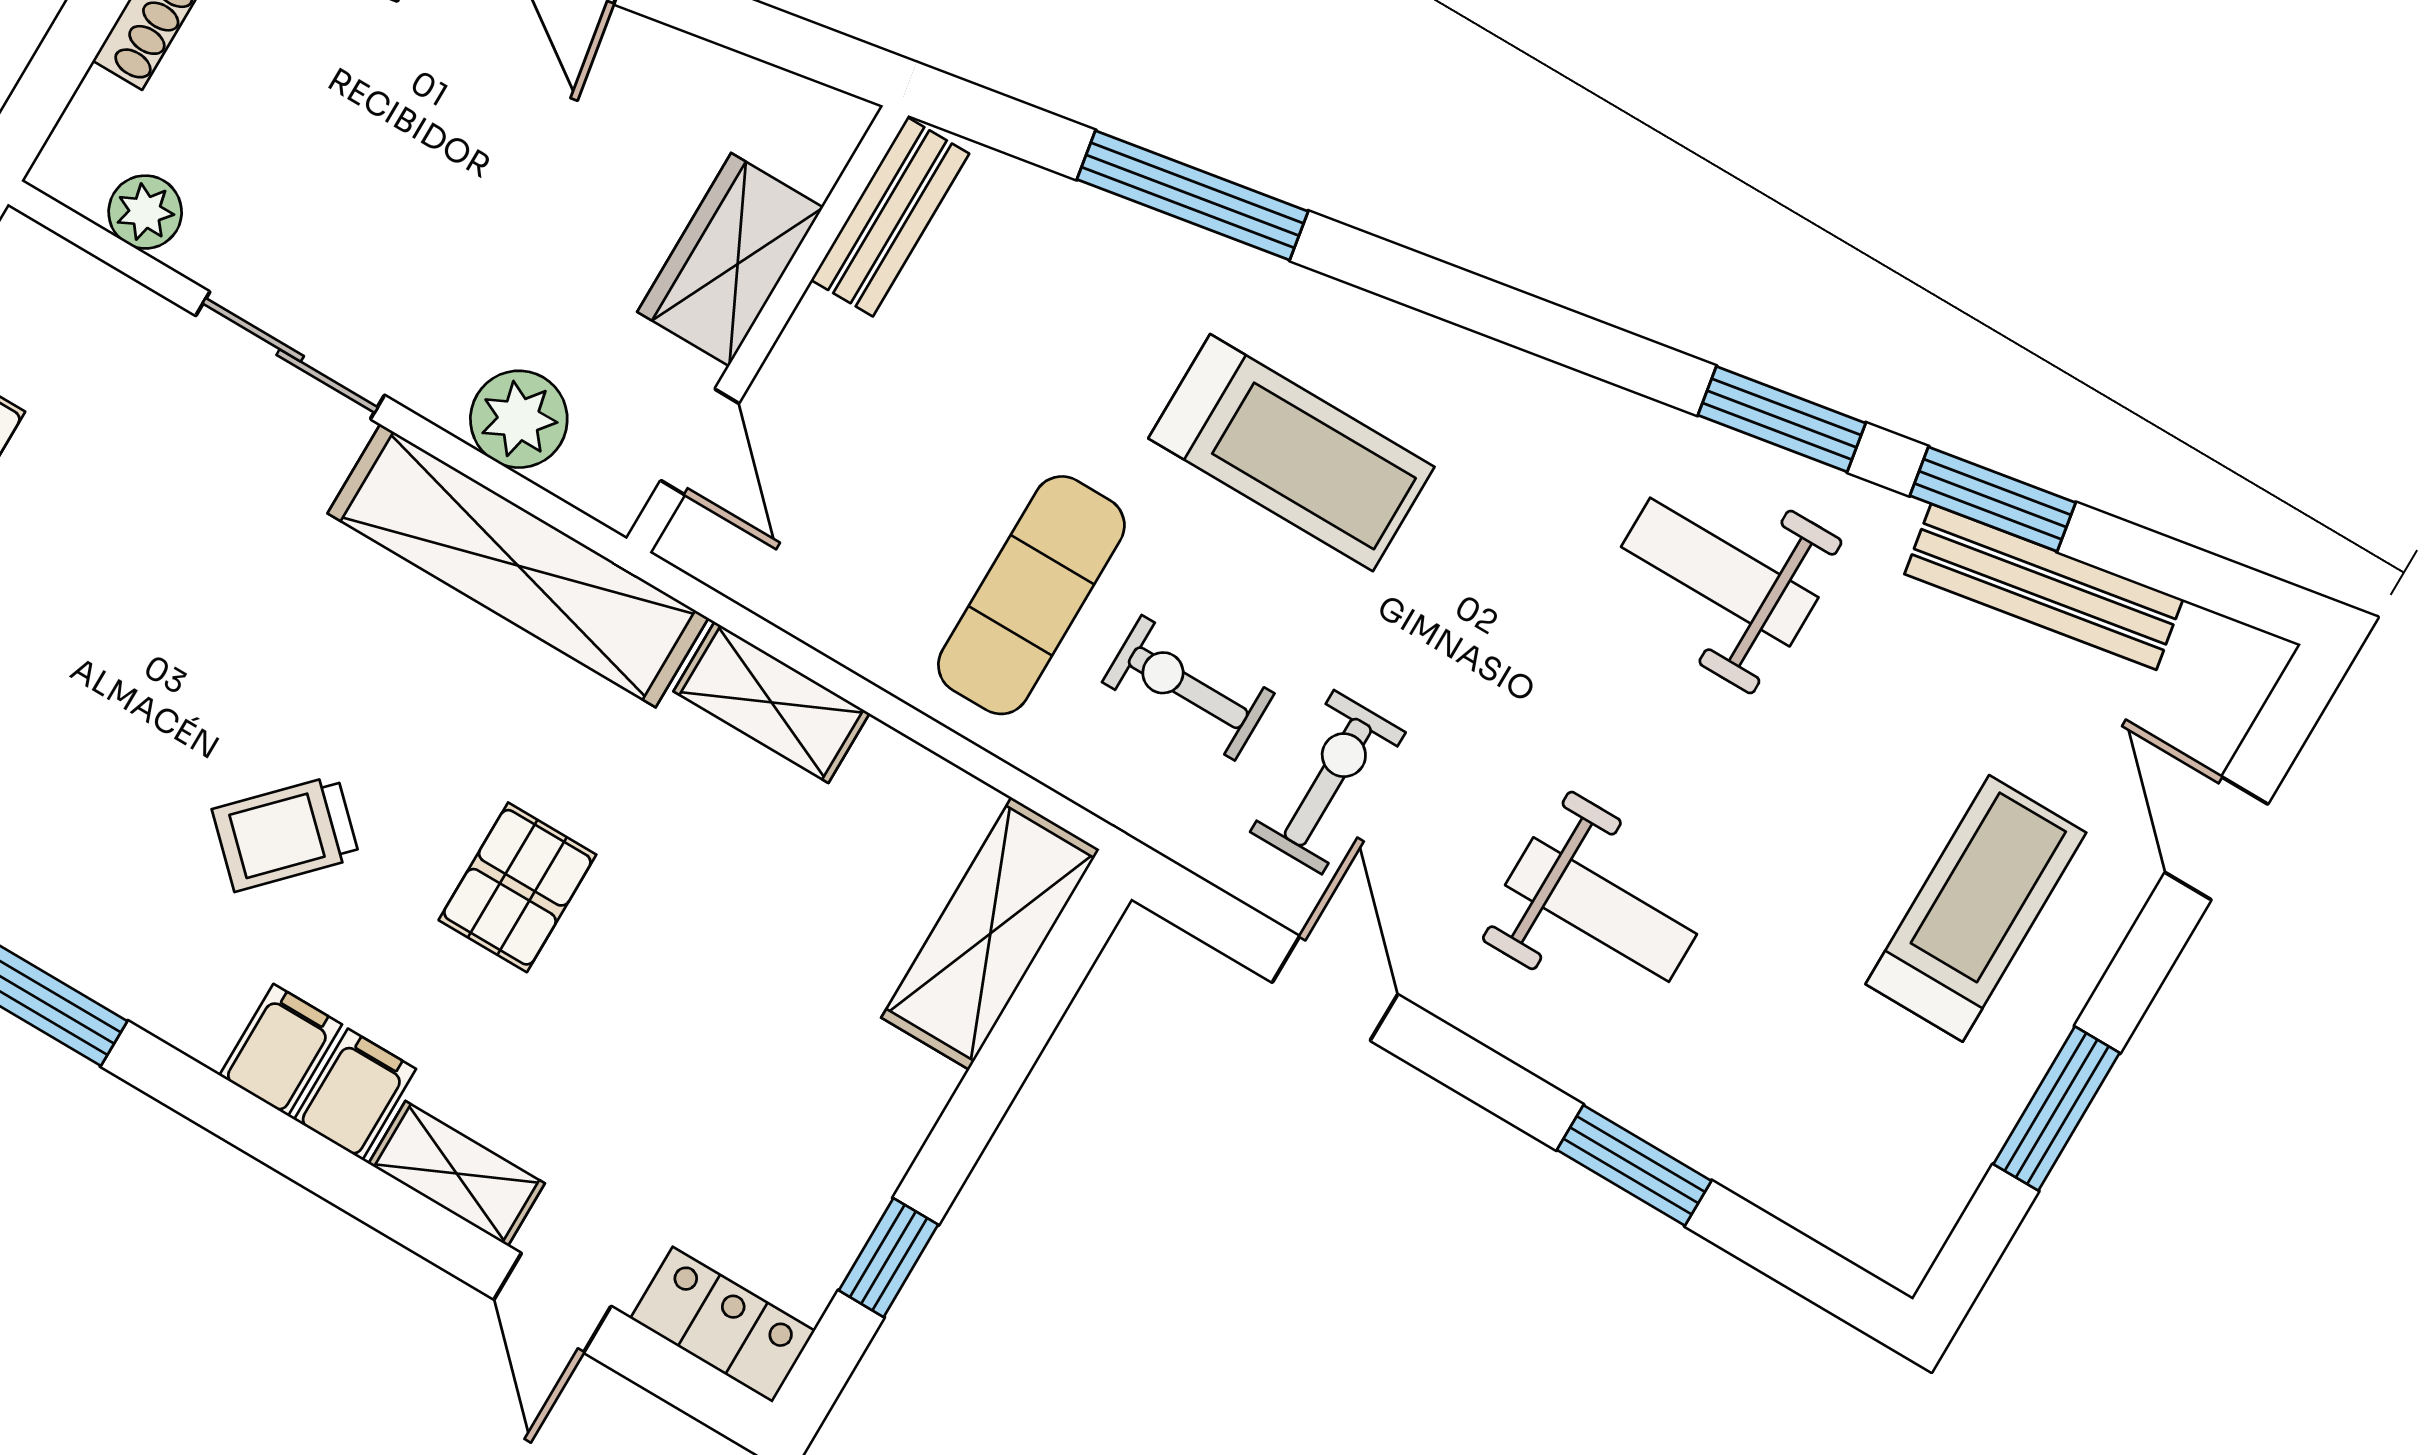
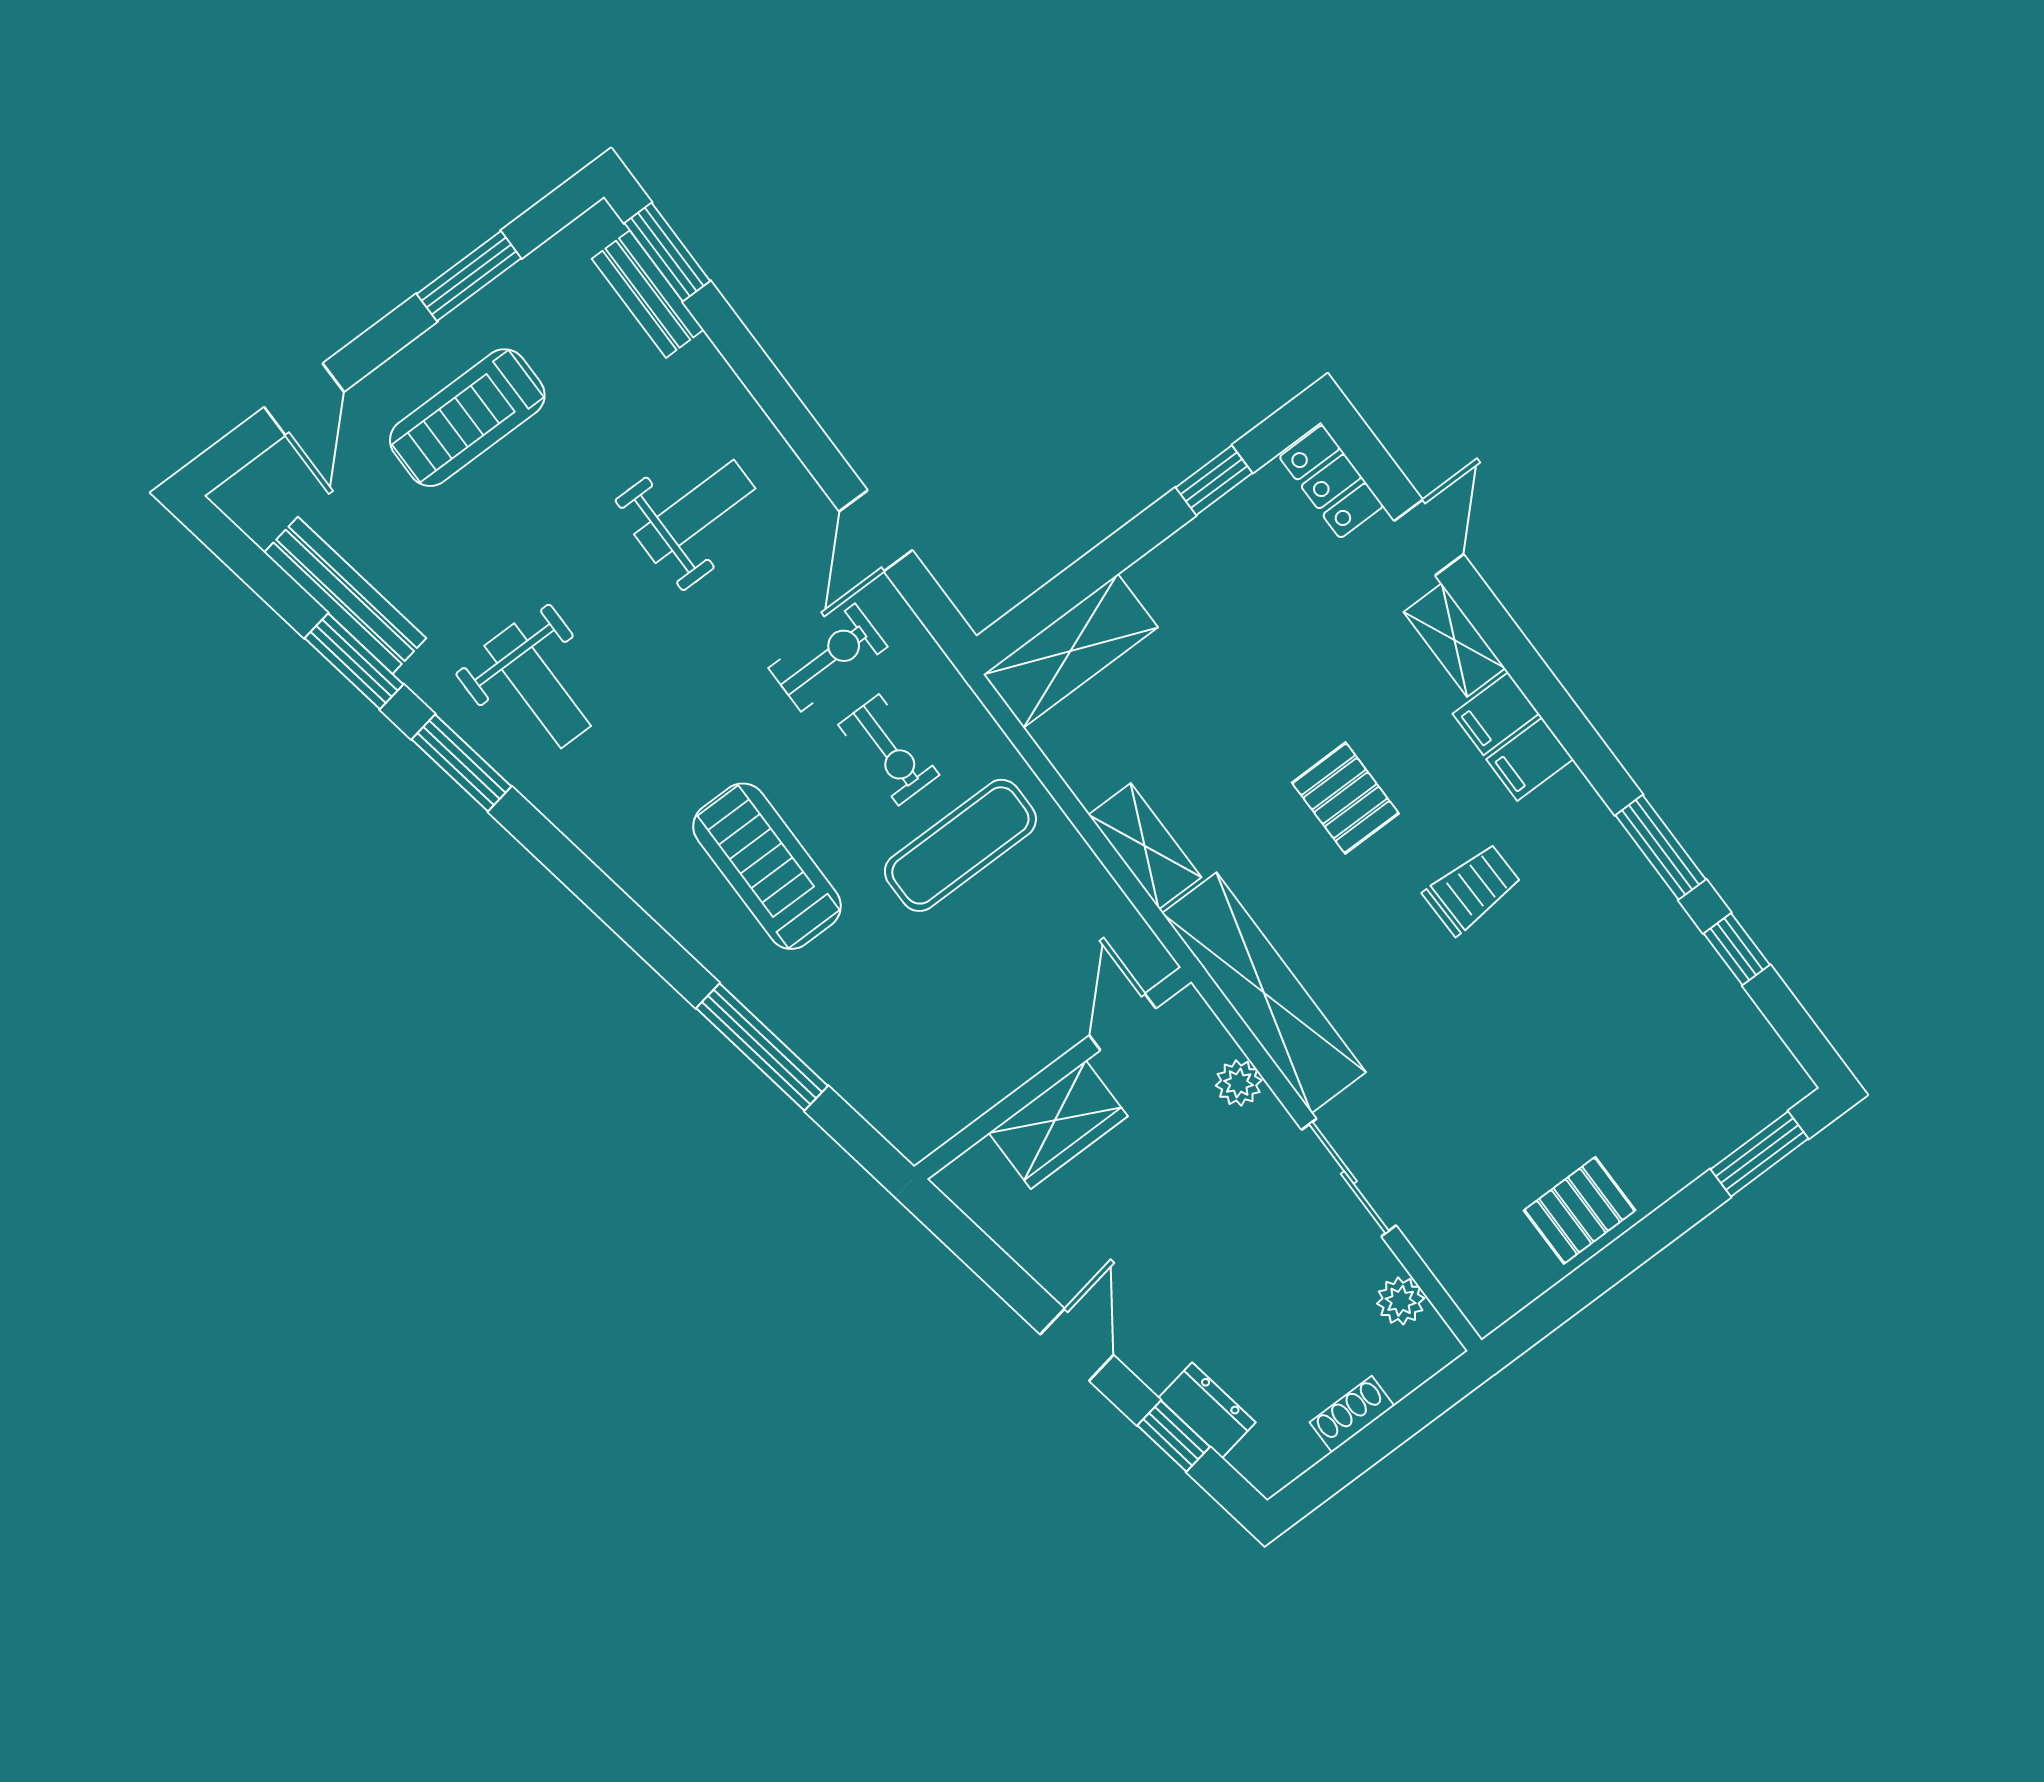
bench: (890, 217) -> (648, 294), moved, turned 90
plant: (519, 419) -> (1239, 1083), width x0.73, depth x0.73
exercise bike: (1328, 782) -> (828, 657), turned 180
trolley: (286, 833) -> (1472, 889), turned -45
pallet: (517, 887) -> (1345, 798), turned 90
weight bench: (1601, 910) -> (695, 511), turned 90
window: (1634, 1165) -> (667, 252), moved

